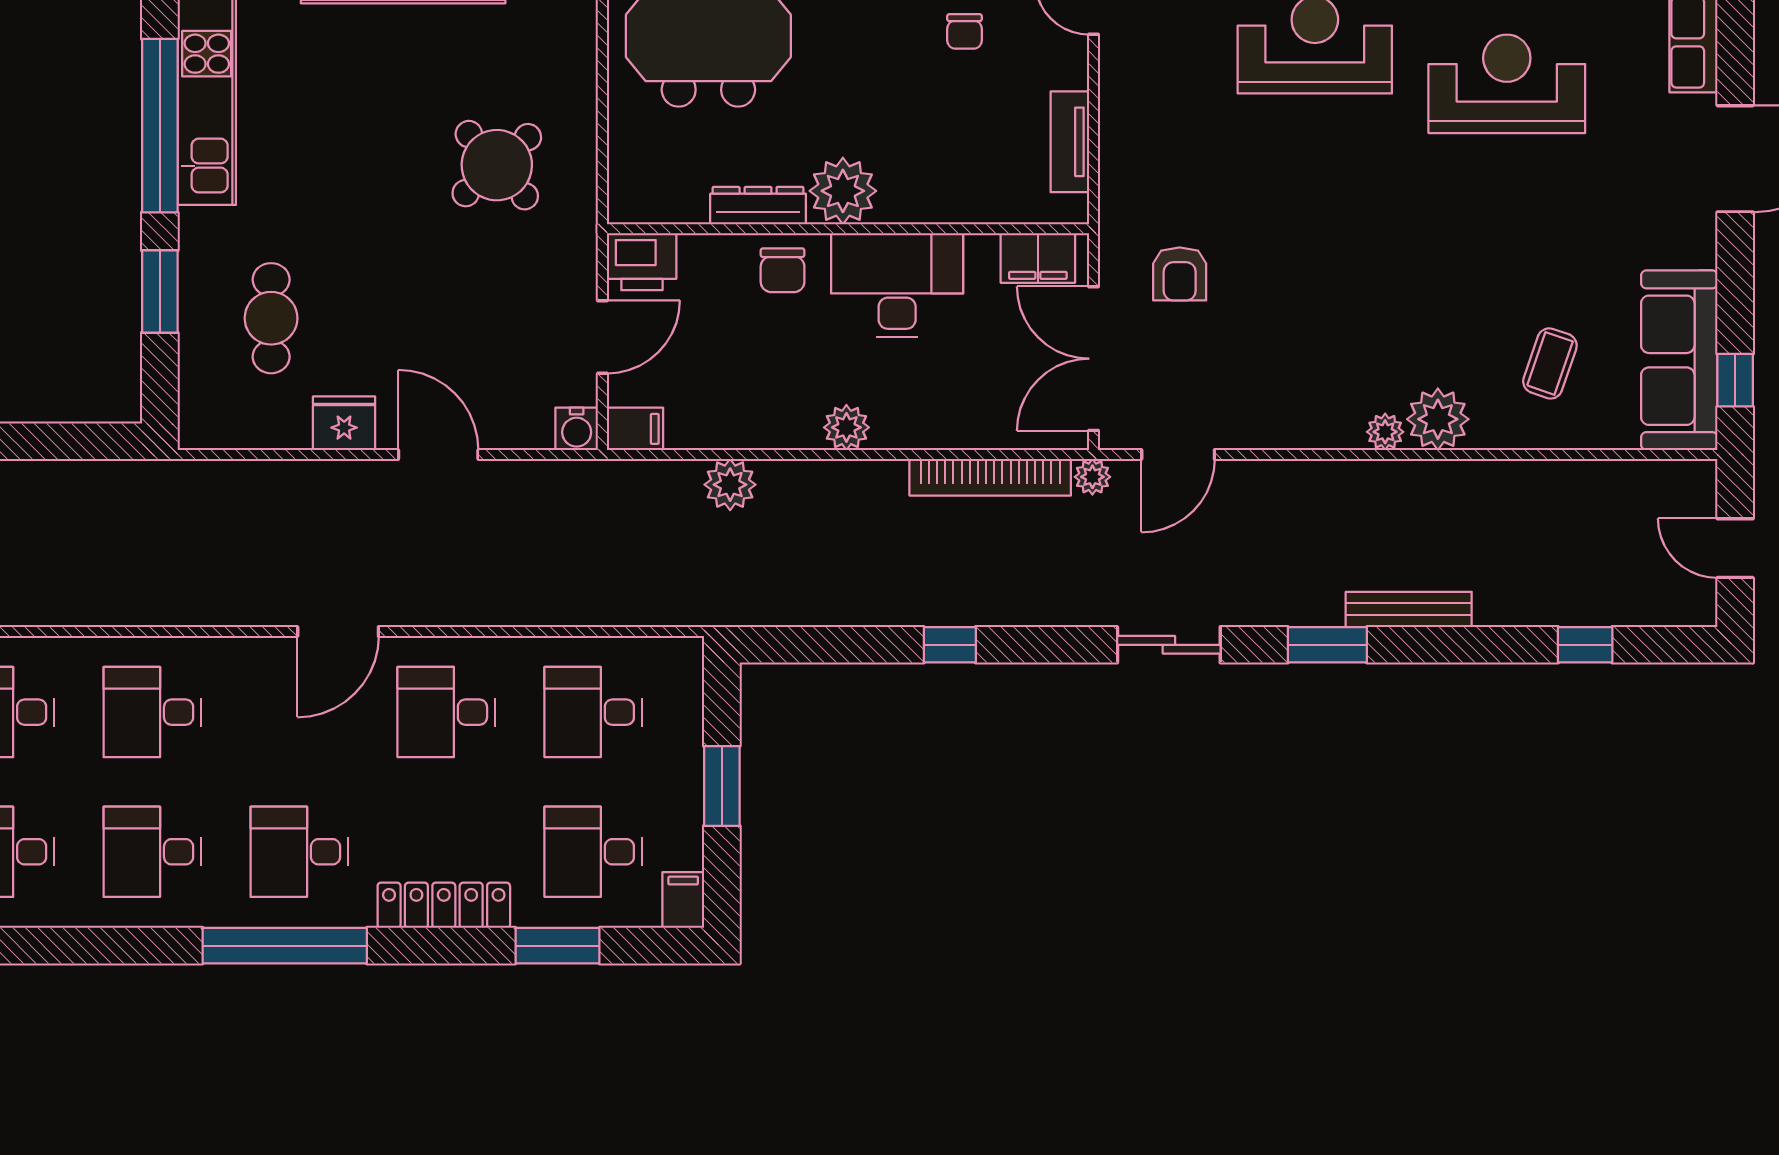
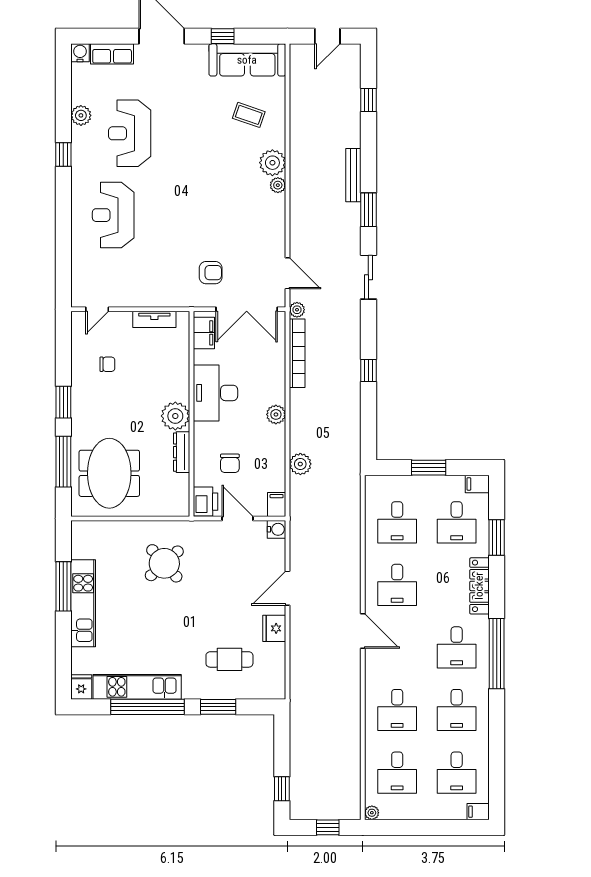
chair: (783, 270) -> (230, 463), moved, turned 90
window: (1735, 380) -> (223, 36), moved

